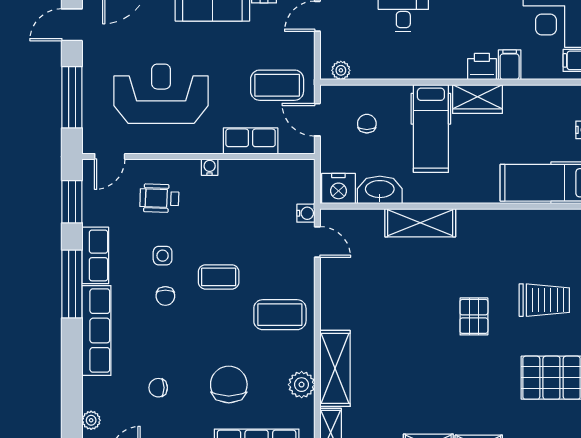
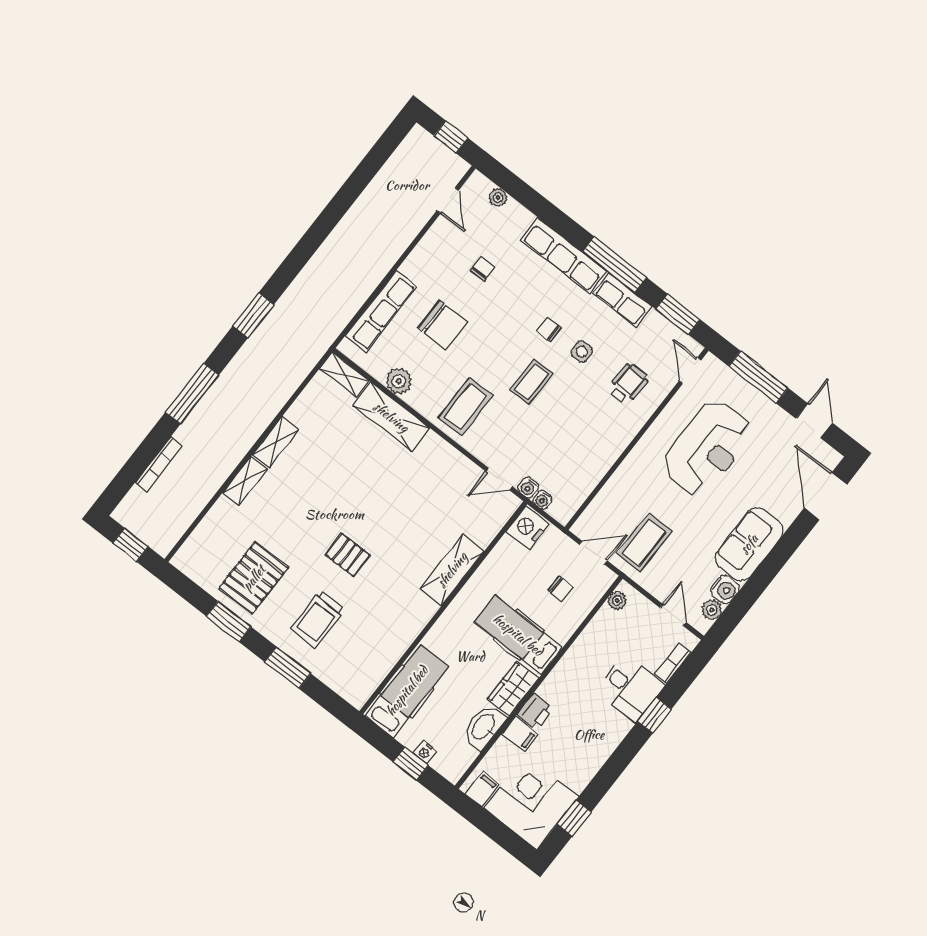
row of seats: (251, 141) -> (617, 488), removed
water cooler: (210, 167) -> (543, 500), moved, turned 90
washbasin: (380, 190) -> (484, 727), moved, turned 180

